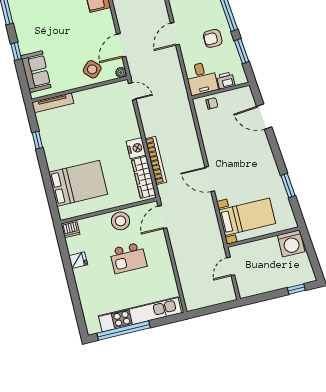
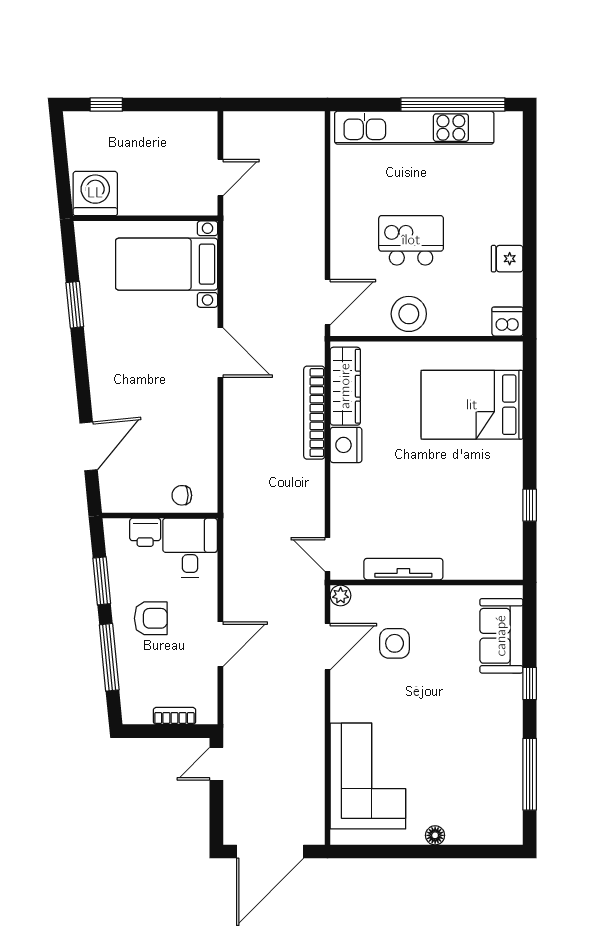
side table: (92, 69) -> (395, 643), moved, turned 45
tv unit: (53, 103) -> (403, 569), moved
door: (264, 117) -> (89, 446), hinge flipped

